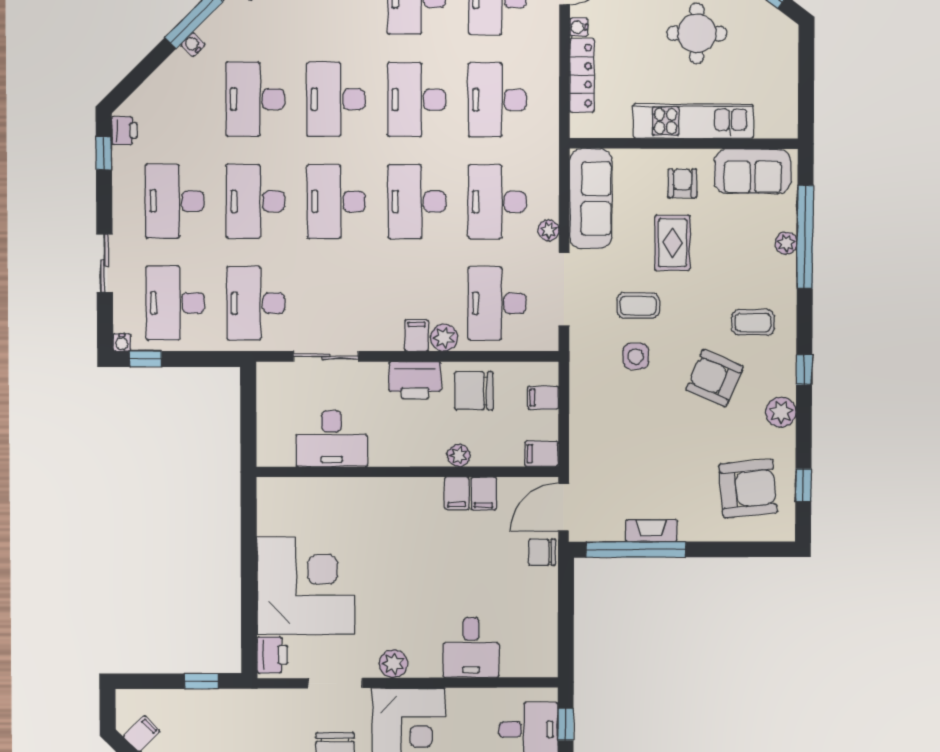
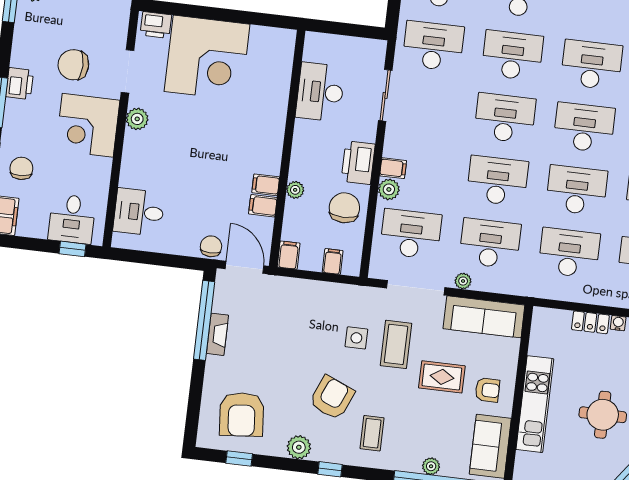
locker: (582, 75) -> (590, 322), width x0.66
coffee table: (638, 305) -> (396, 344), width x1.36, depth x1.30
desk: (471, 647) -> (139, 212), moved

